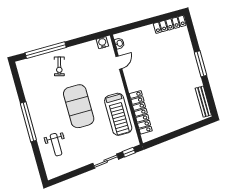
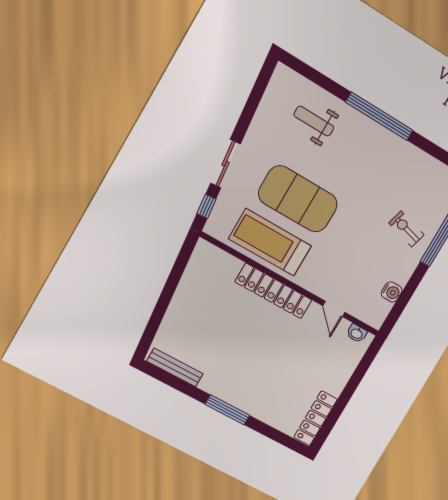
water cooler: (102, 43) -> (392, 292), moved
exercise mat: (79, 106) -> (298, 199), moved
locker: (141, 112) -> (274, 291), moved

